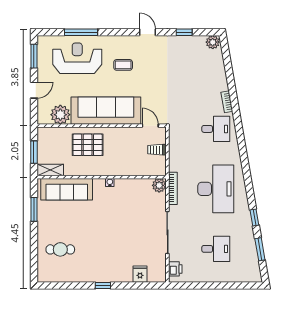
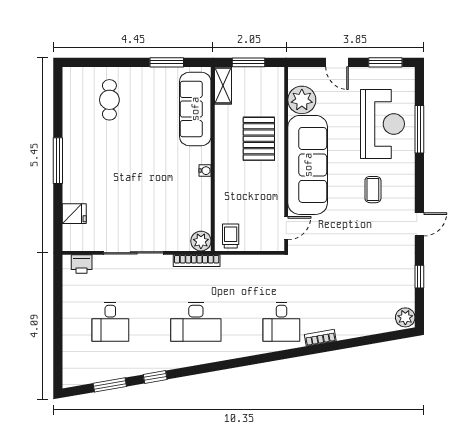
trolley: (156, 150) -> (231, 236), moved
desk: (216, 189) -> (196, 322), width x0.73, depth x0.77
window: (103, 286) -> (58, 161), width x2.17

